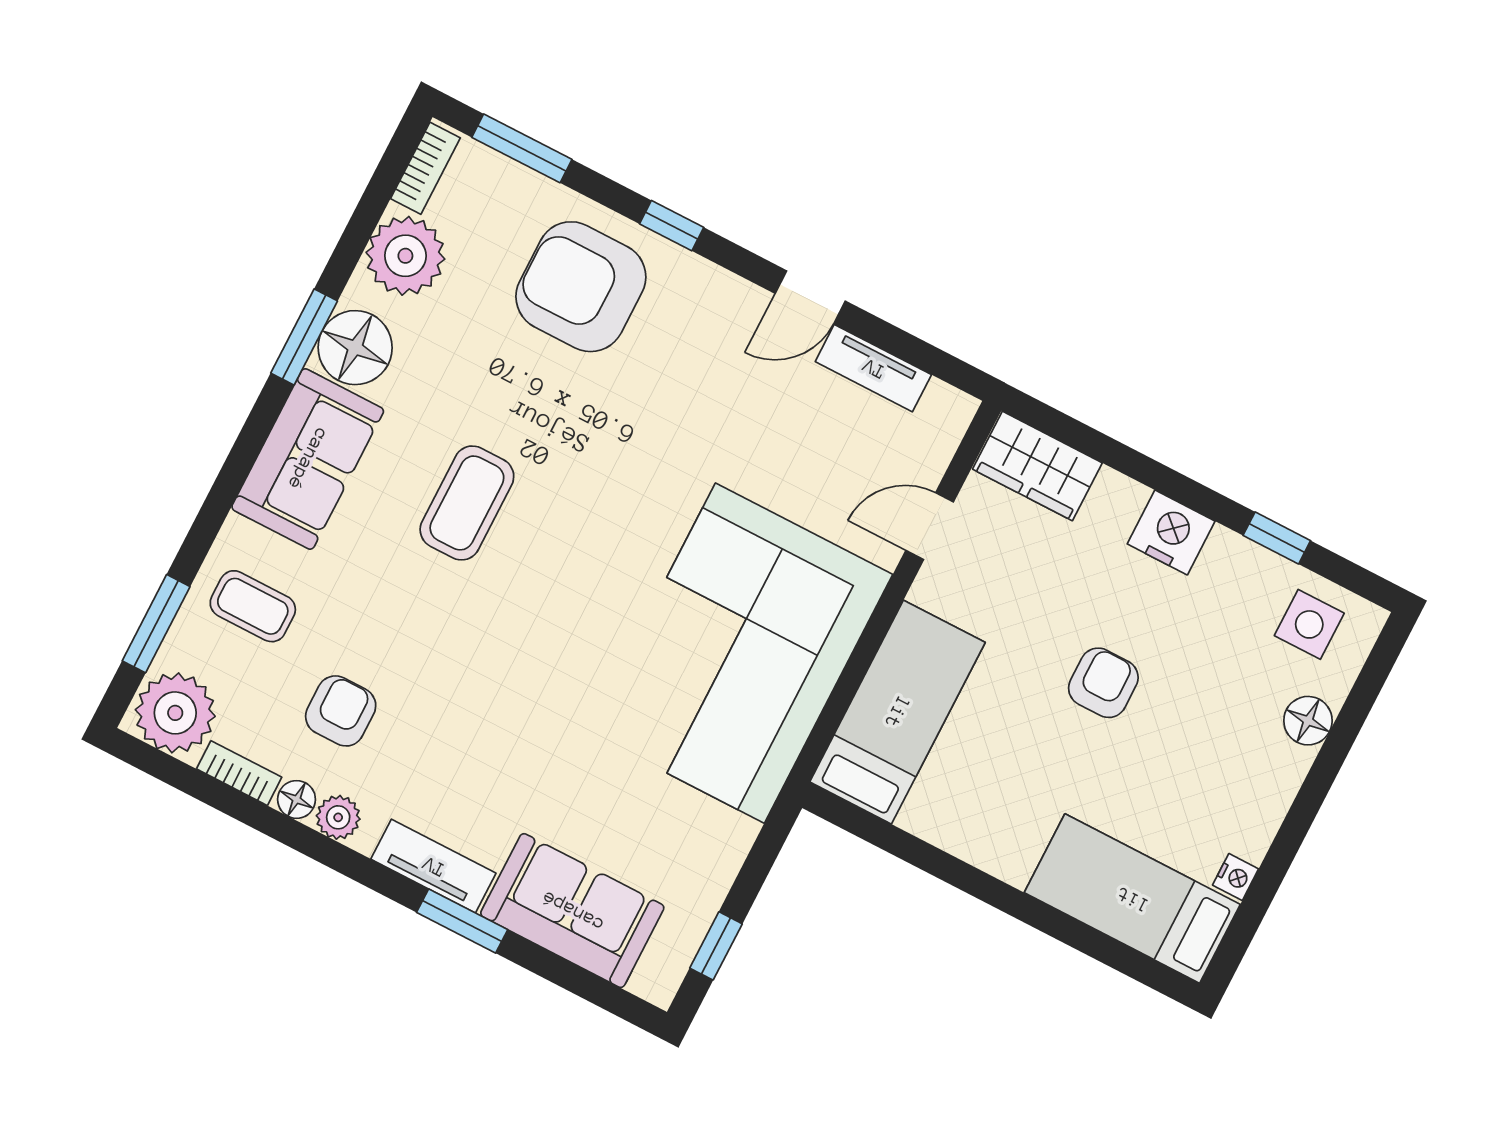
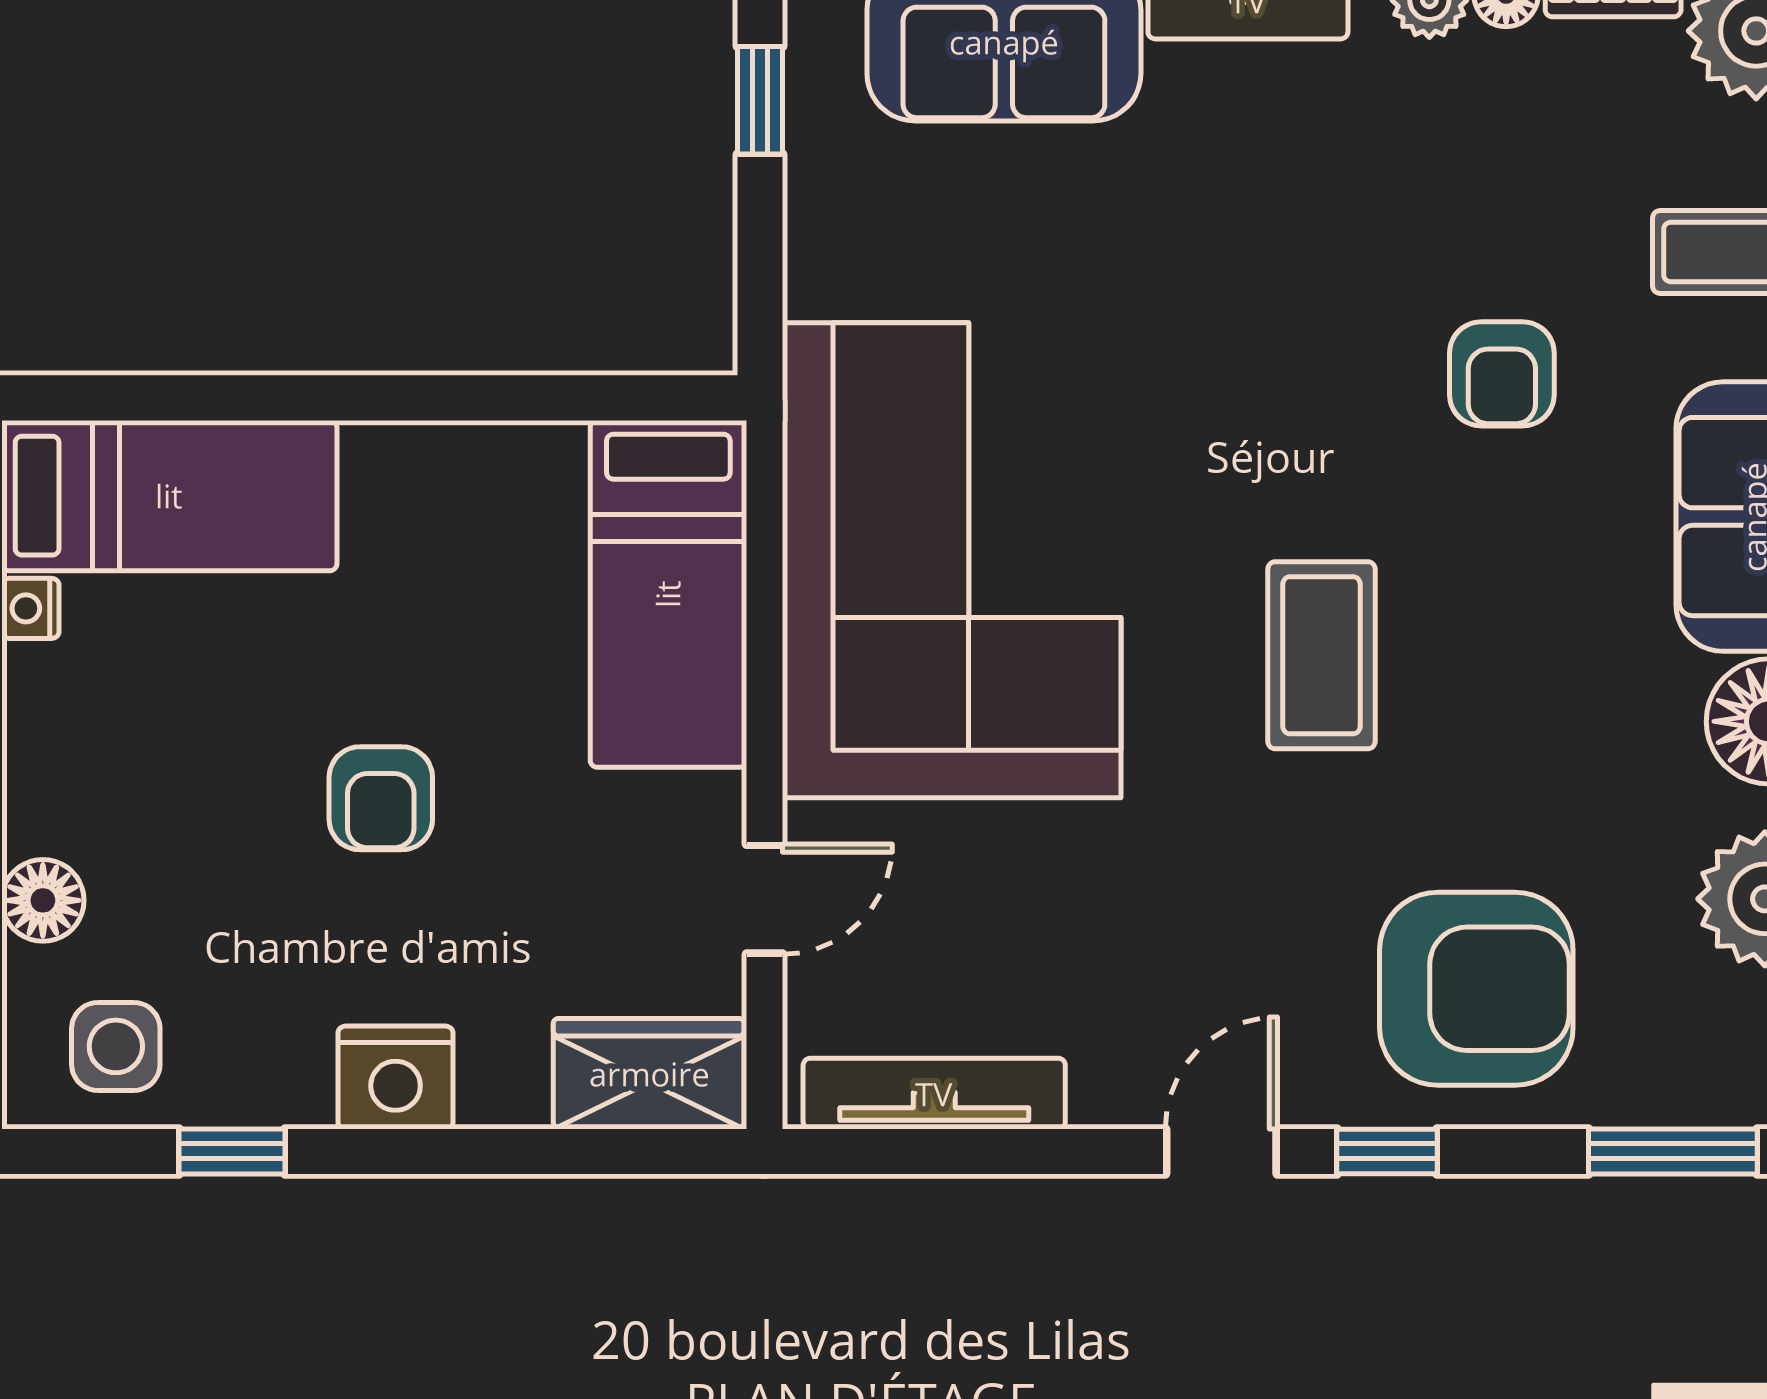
door: (810, 297) -> (1221, 1151), moved
tv unit: (873, 368) -> (934, 1094), width x1.41
coffee table: (467, 503) -> (1321, 655), moved
armchair: (341, 711) -> (1502, 374), moved

